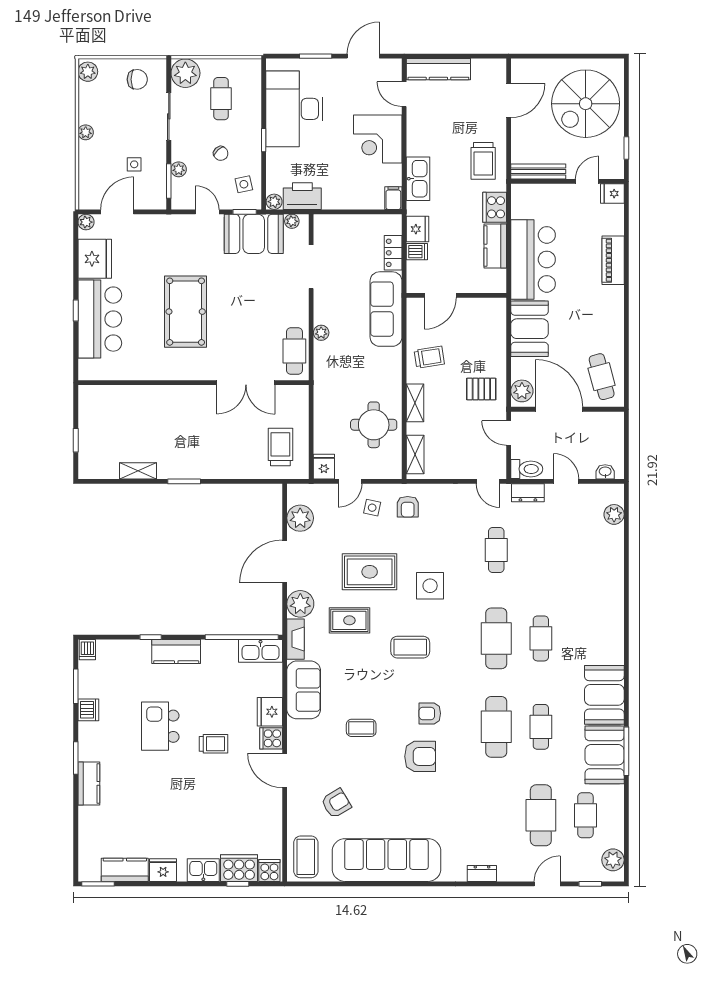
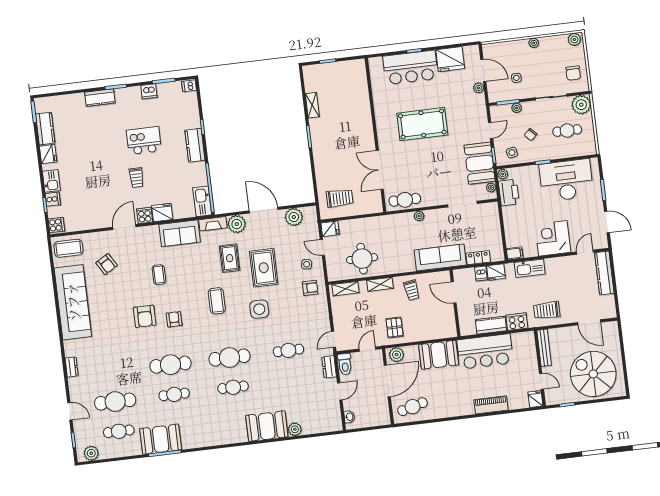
plant: (86, 222) -> (479, 88), moved
armchair: (408, 507) -> (310, 288), turned 180
plant: (614, 514) -> (295, 429), moved
booth: (604, 695) -> (267, 426), moved
cooker: (239, 868) -> (53, 199), width x0.53, depth x0.76

